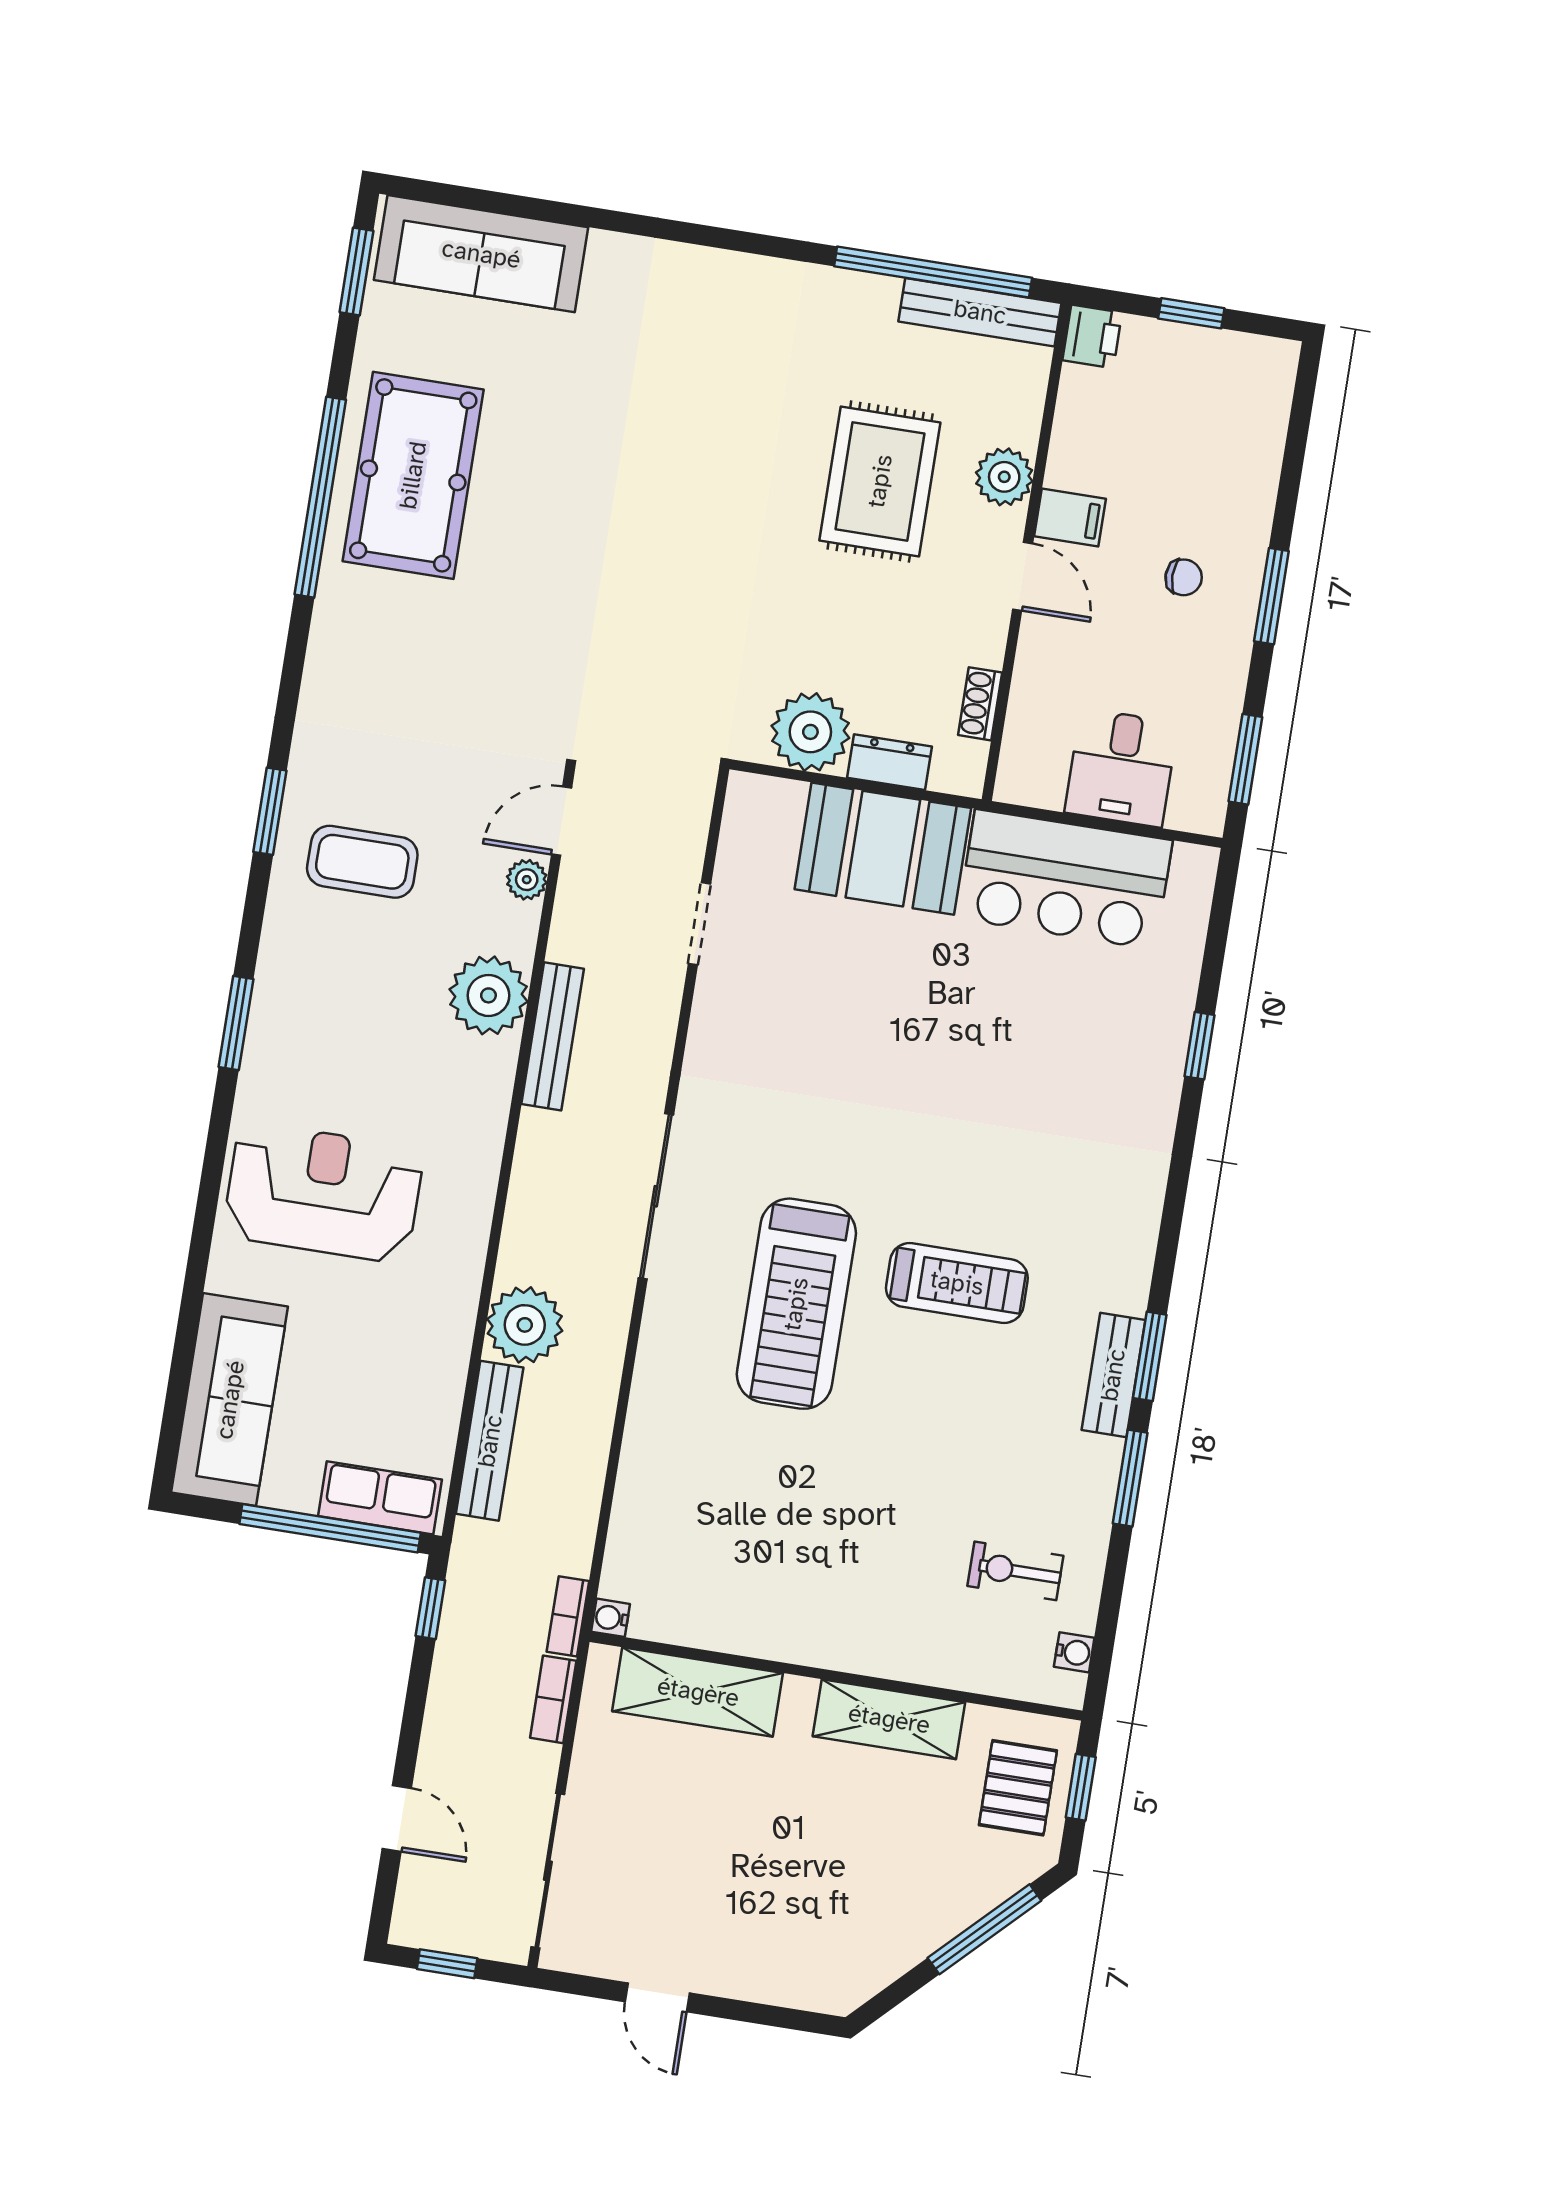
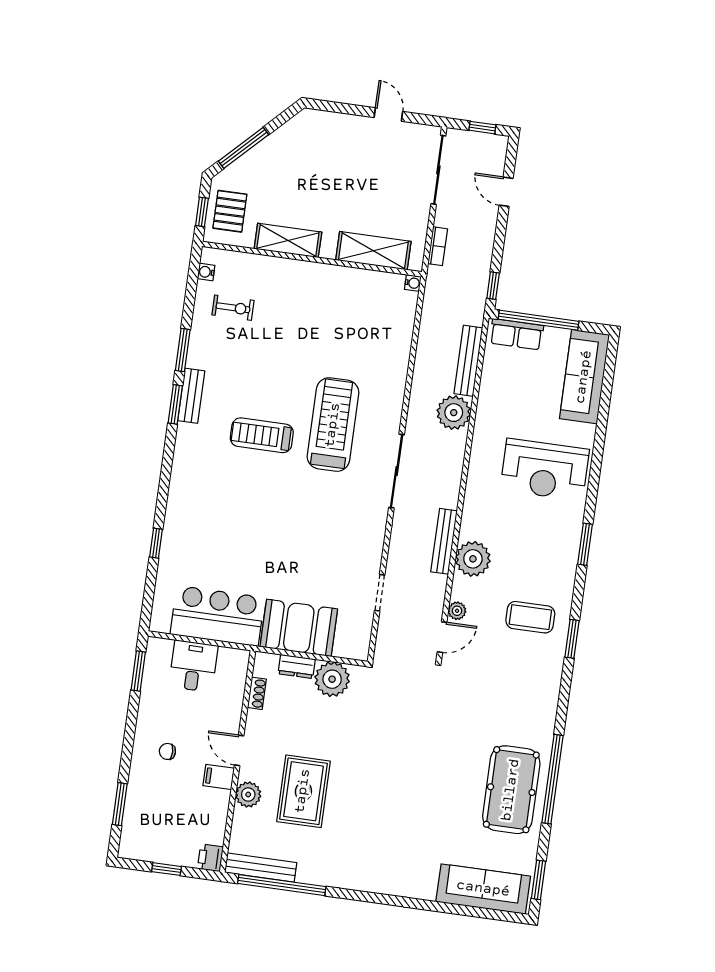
window: (1271, 596) -> (120, 804), moved
bookcase: (568, 1616) -> (432, 283), removed

